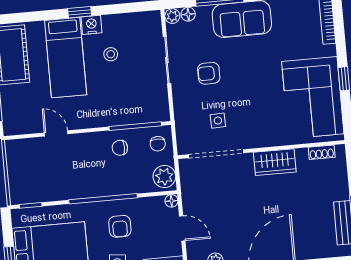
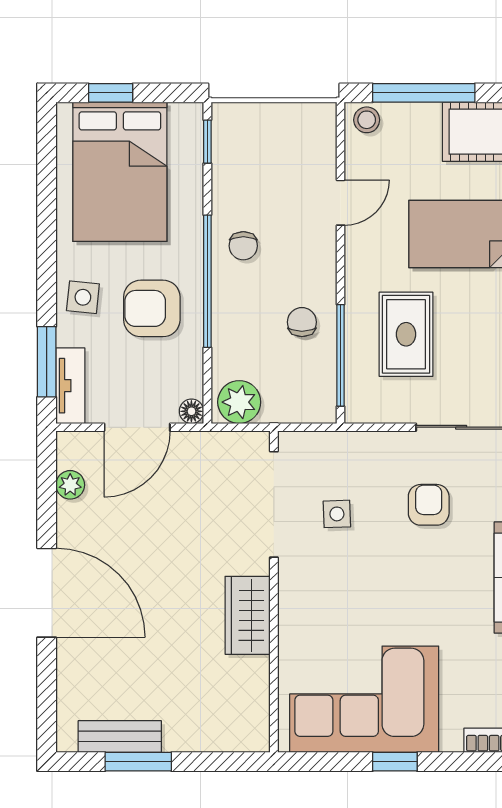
stool: (111, 54) -> (367, 120), moved
rug: (121, 93) -> (406, 334), added
chair: (158, 144) -> (243, 246), moved, turned -90
shoe rack: (322, 152) -> (258, 707), removed
armchair: (120, 226) -> (152, 308), width x1.38, depth x1.38
door: (182, 228) -> (137, 427), width x1.38

